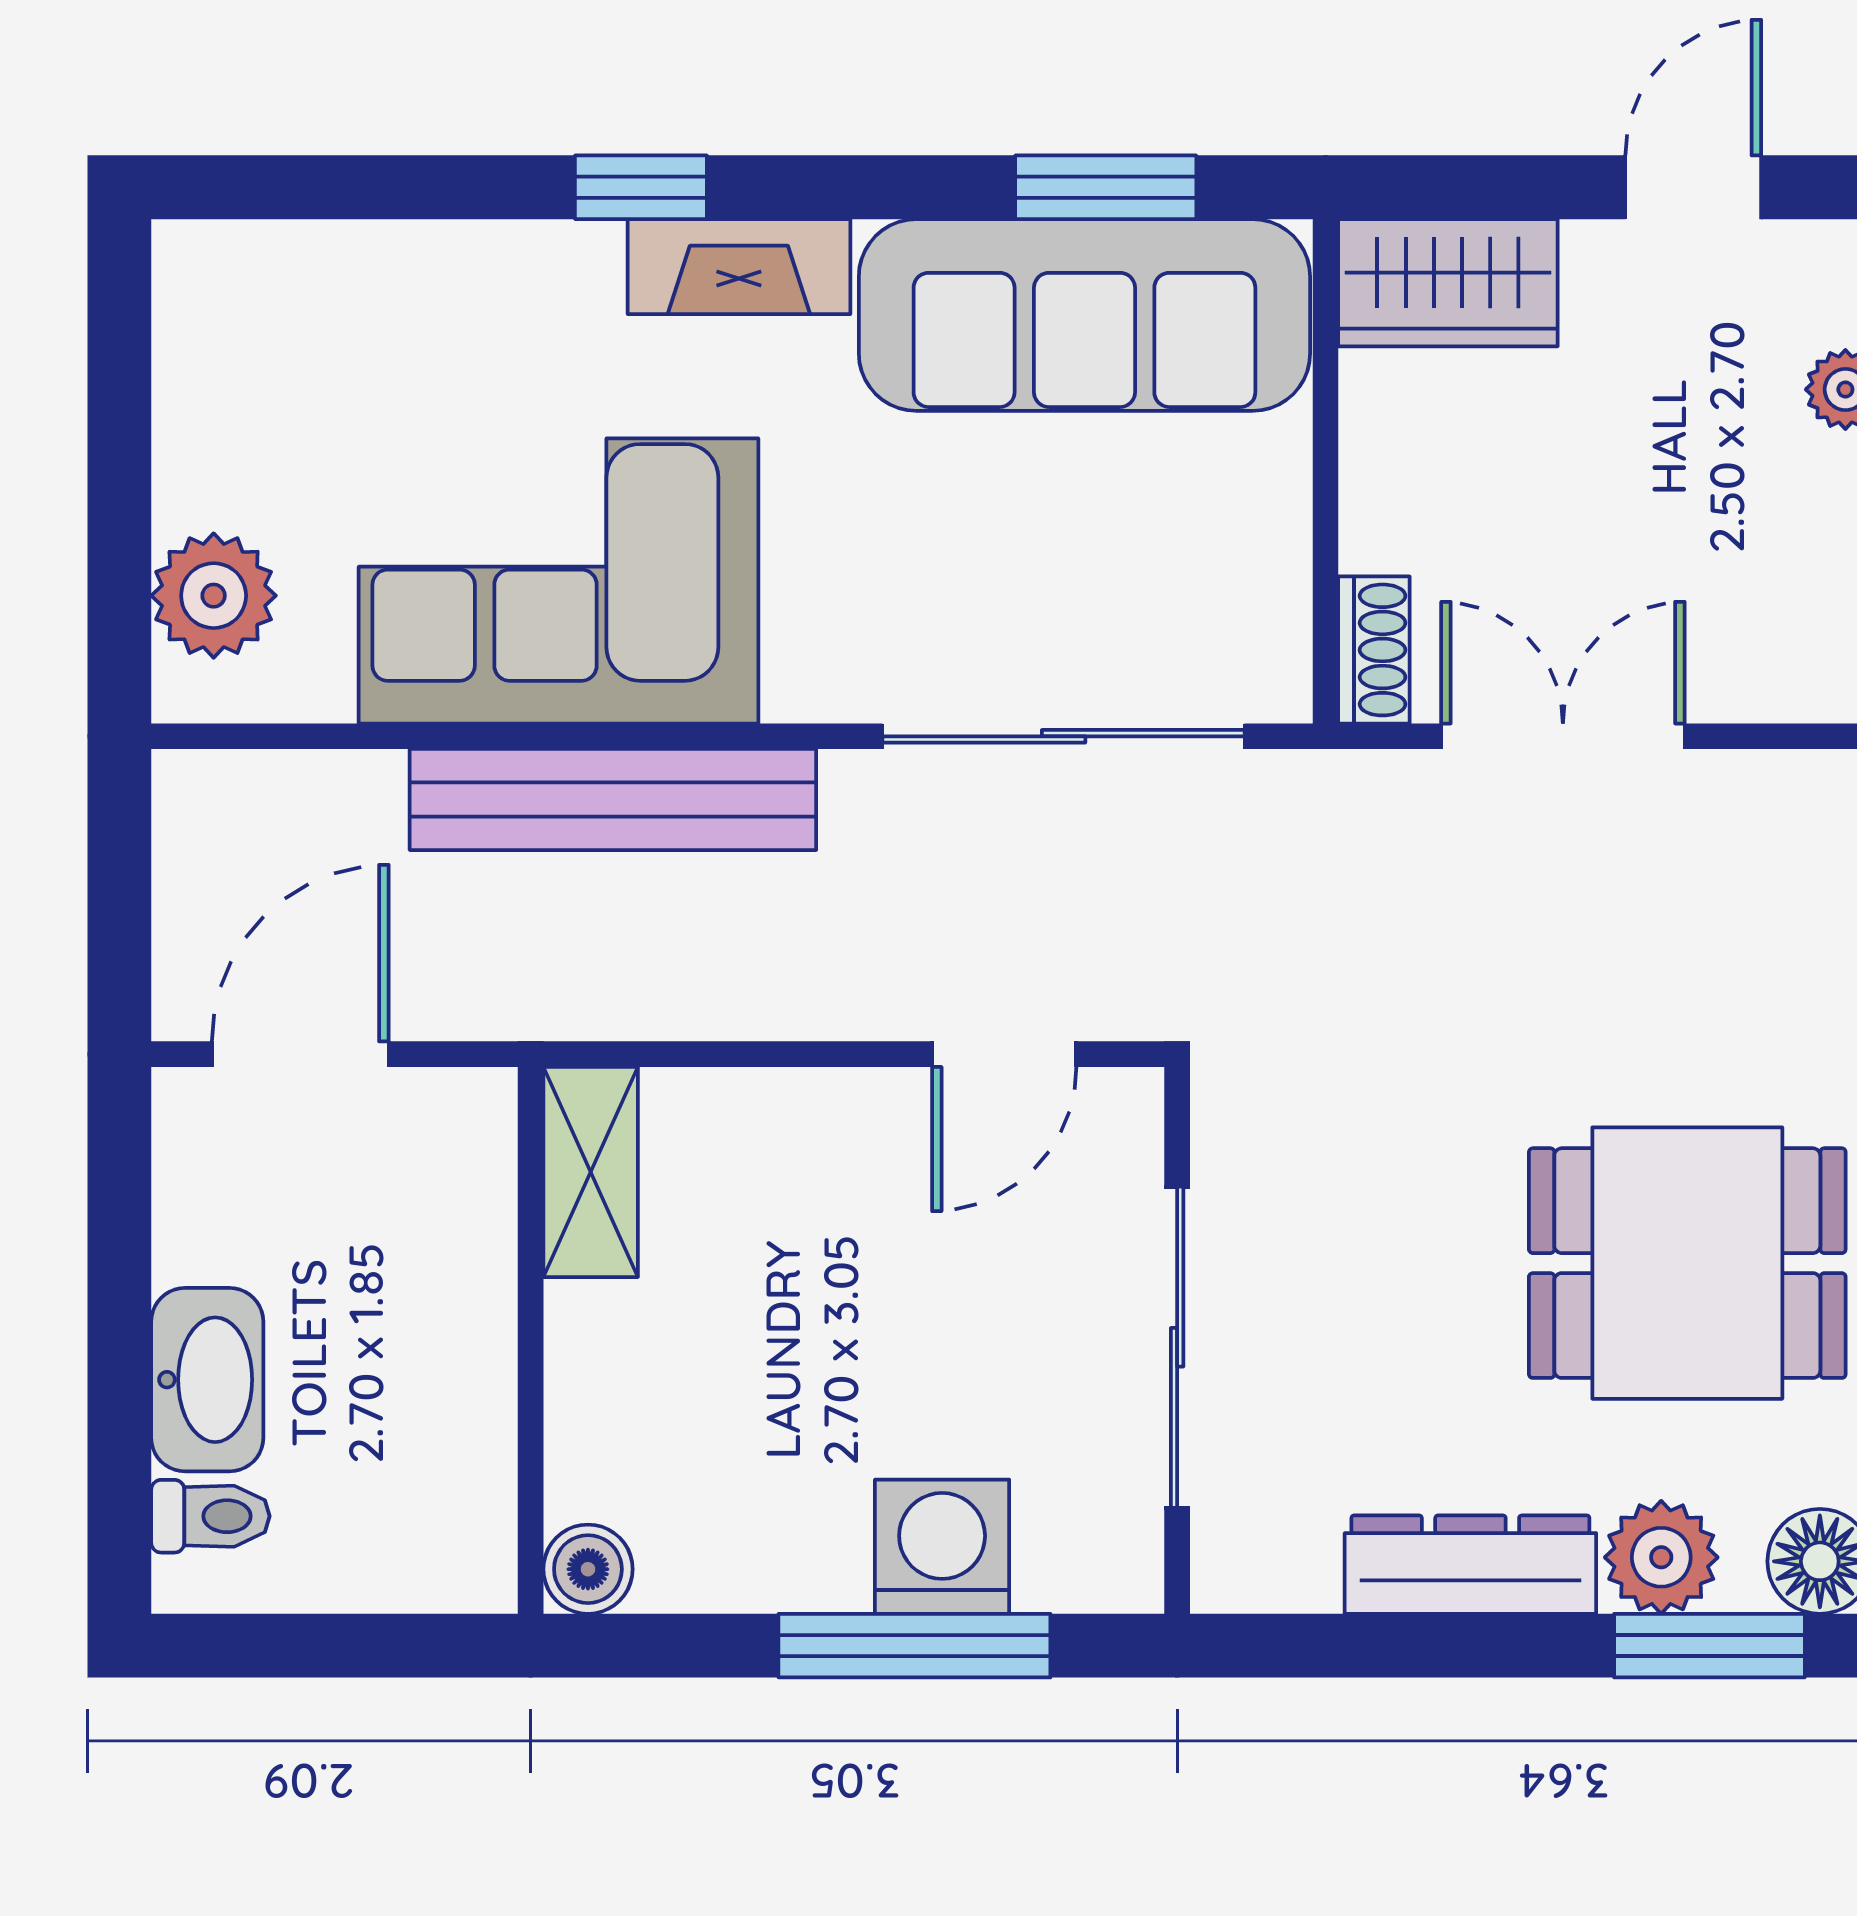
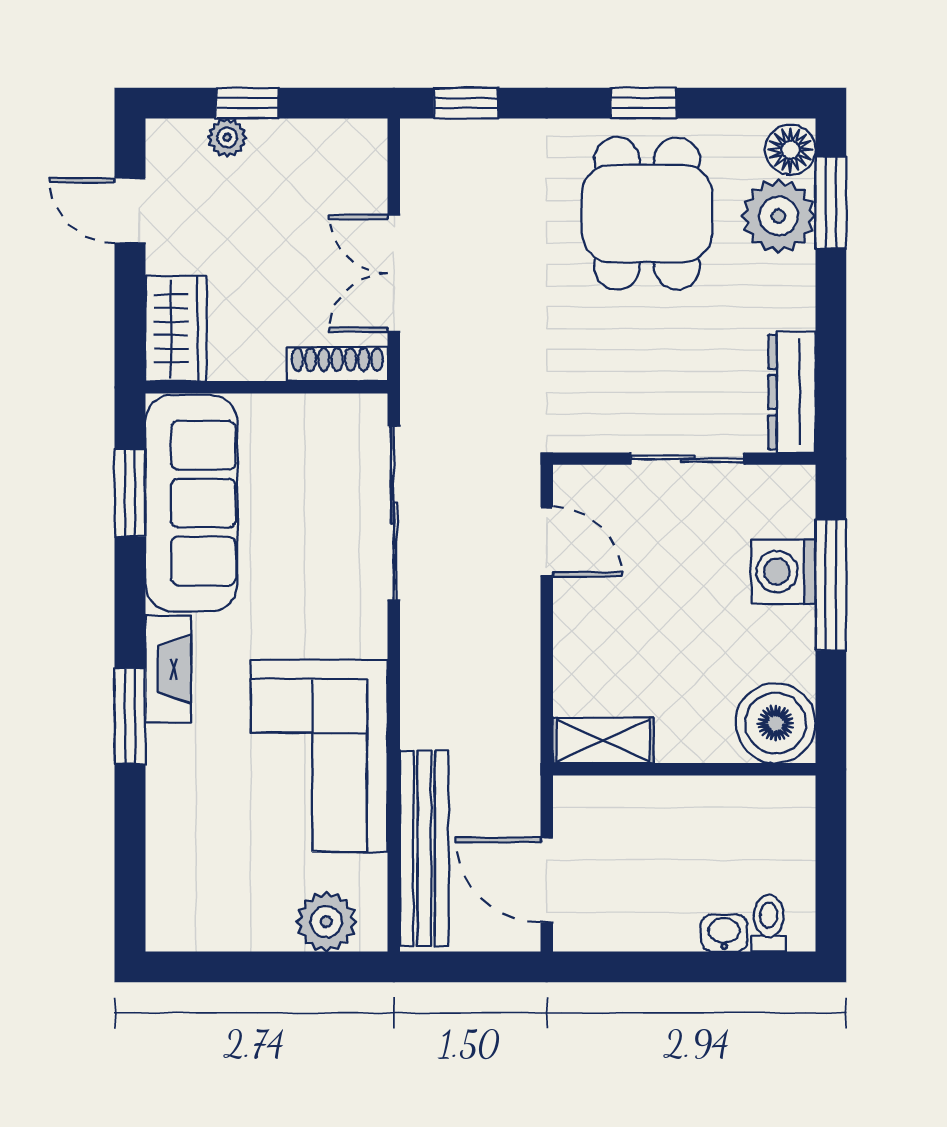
window: (641, 187) -> (130, 716), width x1.50
shoe rack: (1374, 650) -> (337, 364), width x1.43
bench: (613, 800) -> (424, 848), moved
sliding door: (1177, 1347) -> (687, 459), width x0.73
washbasin: (207, 1380) -> (724, 933), width x0.52, depth x0.69
plant: (1661, 1557) -> (779, 216), width x1.36, depth x1.36
dresser: (1470, 1565) -> (792, 392), moved
boiler: (588, 1569) -> (776, 723), width x1.86, depth x1.86

